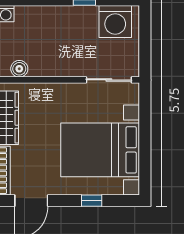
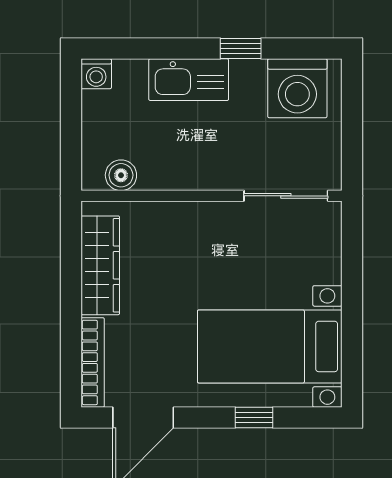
kitchen sink: (56, 17) -> (189, 80), added
bed with nightstands: (100, 150) -> (270, 346), width x0.73

